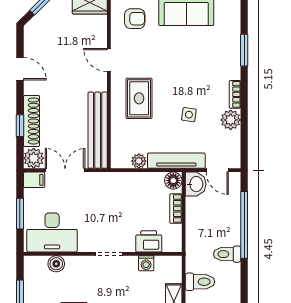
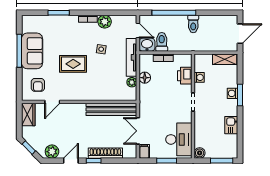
armchair: (135, 19) -> (38, 85), turned 180
door: (109, 60) -> (52, 102), moved
rug: (139, 98) -> (73, 64), moved
window: (20, 126) -> (94, 161), moved
plant: (34, 158) -> (52, 152), moved
door: (217, 170) -> (138, 30), hinge flipped
floor lamp: (173, 181) -> (145, 78), moved
boiler: (56, 264) -> (200, 153), moved
toilet: (200, 282) -> (162, 42), moved

